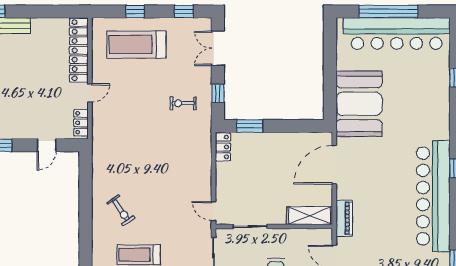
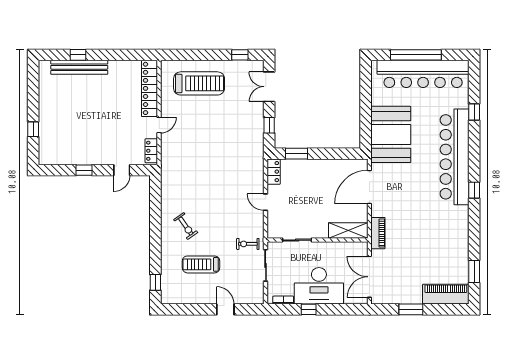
window: (135, 11) -> (198, 55), removed
treadmill: (136, 45) -> (199, 83), turned 180
exercise bike: (183, 103) -> (248, 244), moved
bar counter: (433, 196) -> (455, 157), moved
door: (214, 211) -> (266, 202), moved

